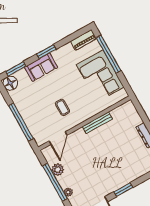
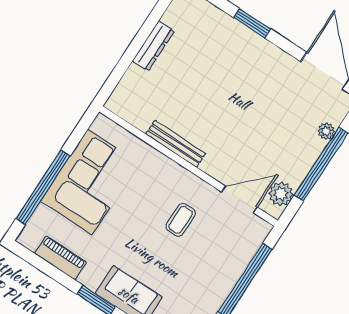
piano: (84, 40) -> (61, 258), moved
plant: (58, 170) -> (281, 194), moved
window: (123, 190) -> (252, 23), moved

